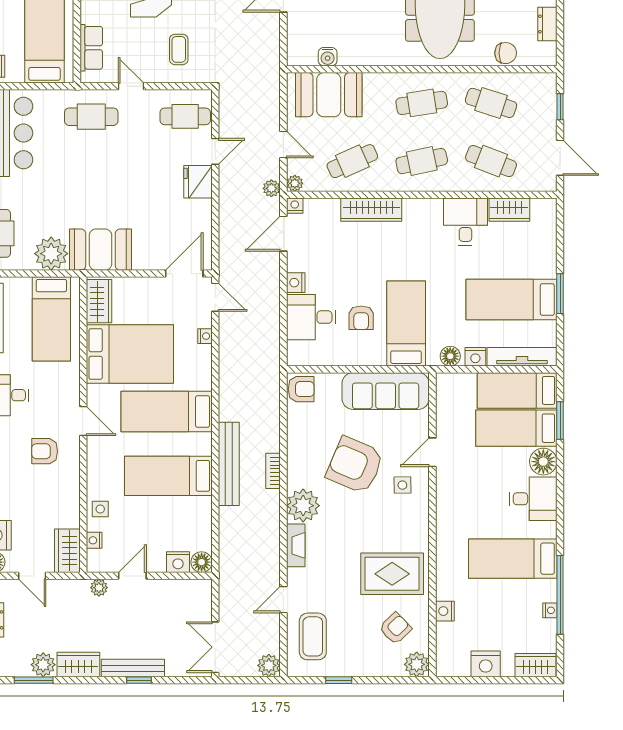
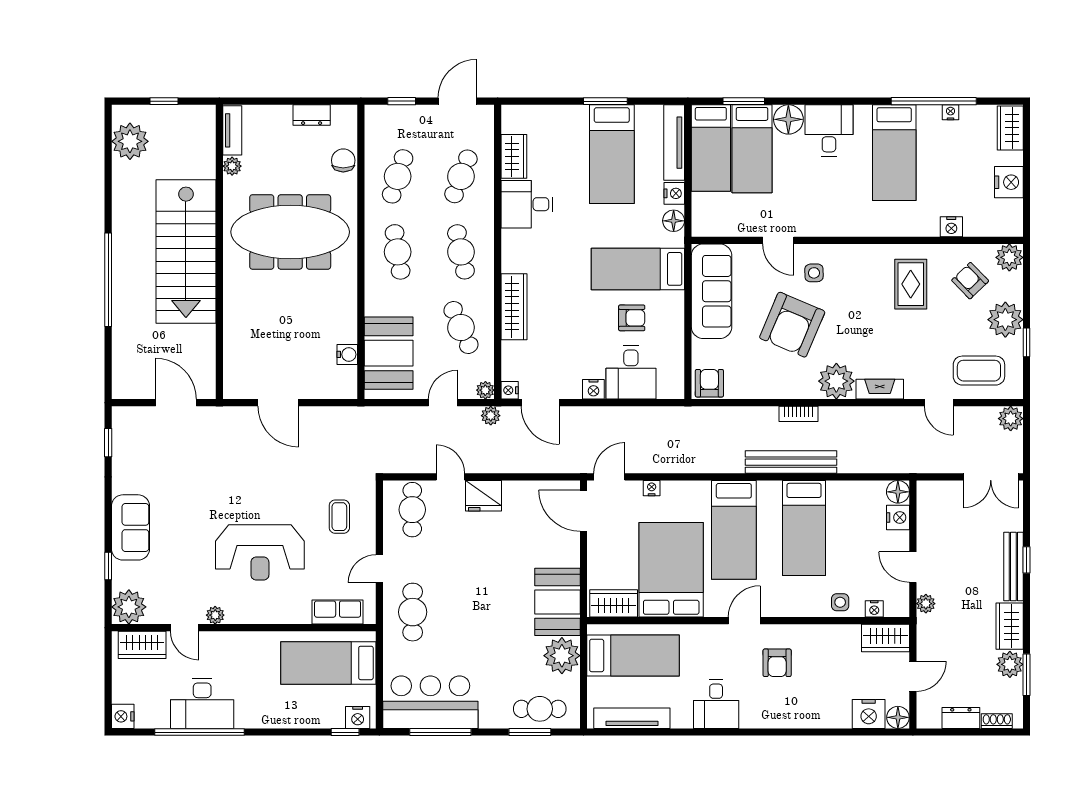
coffee table: (179, 49) -> (339, 517), turned 90
rug: (392, 574) -> (911, 284), width x0.73, depth x0.70
plant: (360, 661) -> (1005, 320), added

